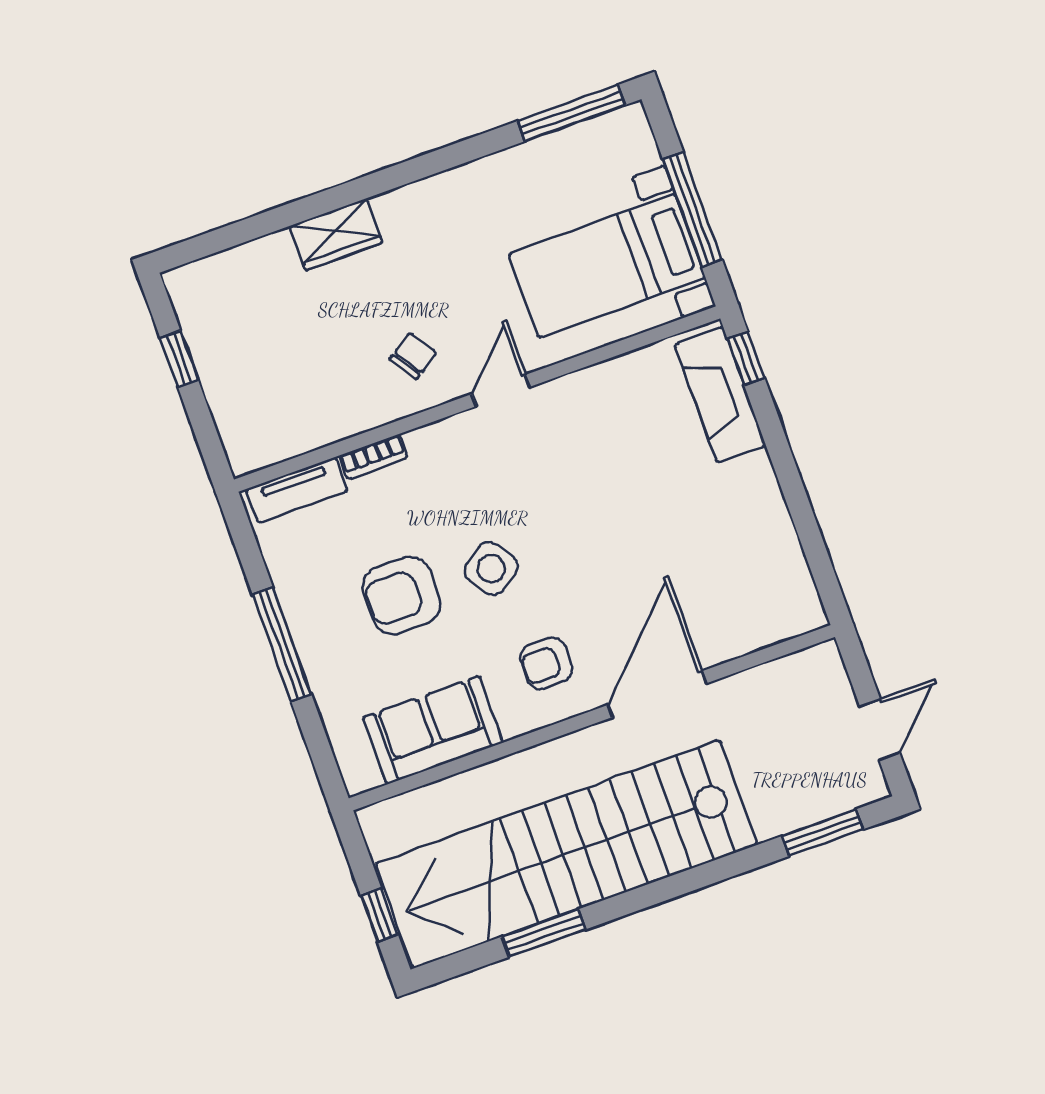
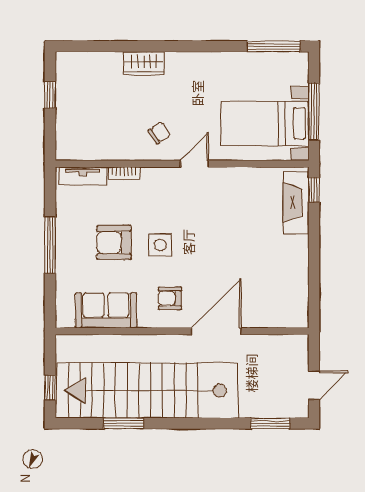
side table: (491, 569) -> (160, 245), turned 34

